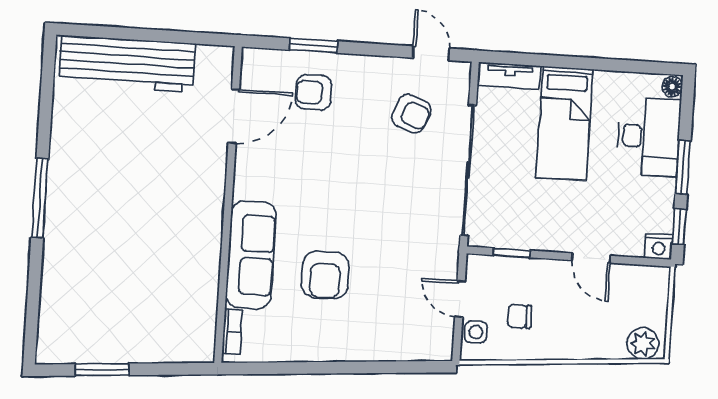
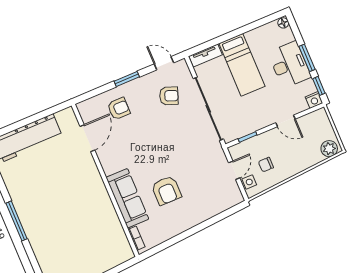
window: (314, 46) -> (127, 79), moved
armchair: (314, 92) -> (119, 109), turned 180
desk: (649, 137) -> (290, 65), moved
door: (460, 299) -> (234, 170), swing flipped

